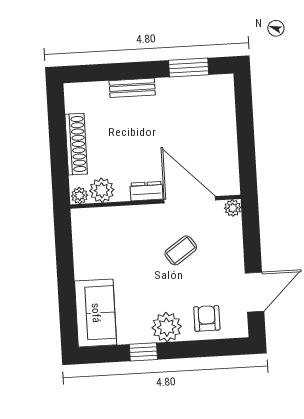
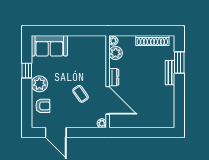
window: (189, 67) -> (179, 63), moved
shoe rack: (76, 144) -> (152, 41), moved
door: (190, 200) -> (108, 100), hinge flipped

